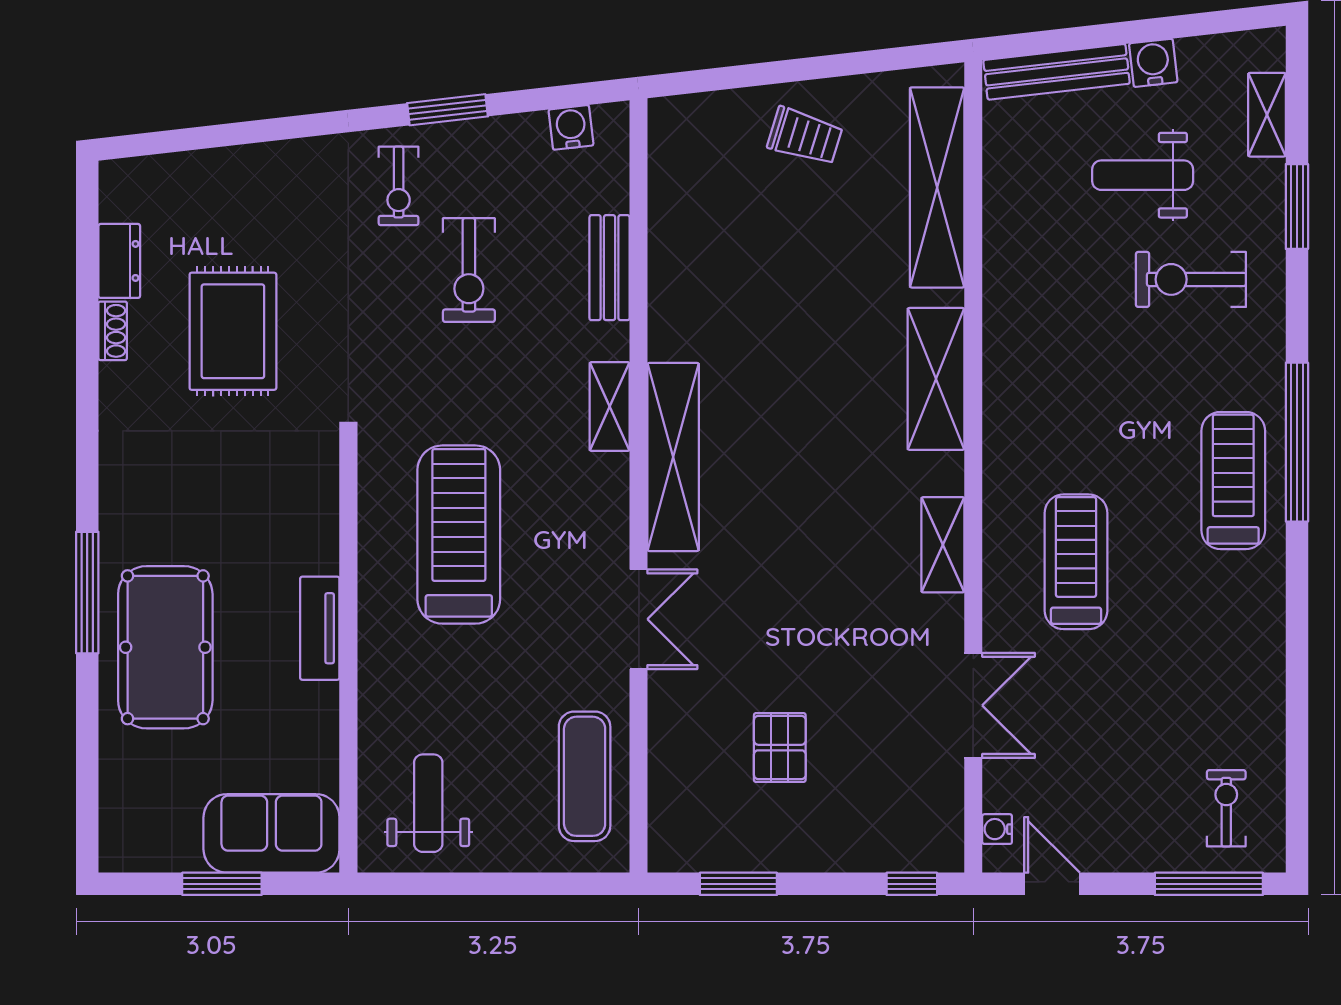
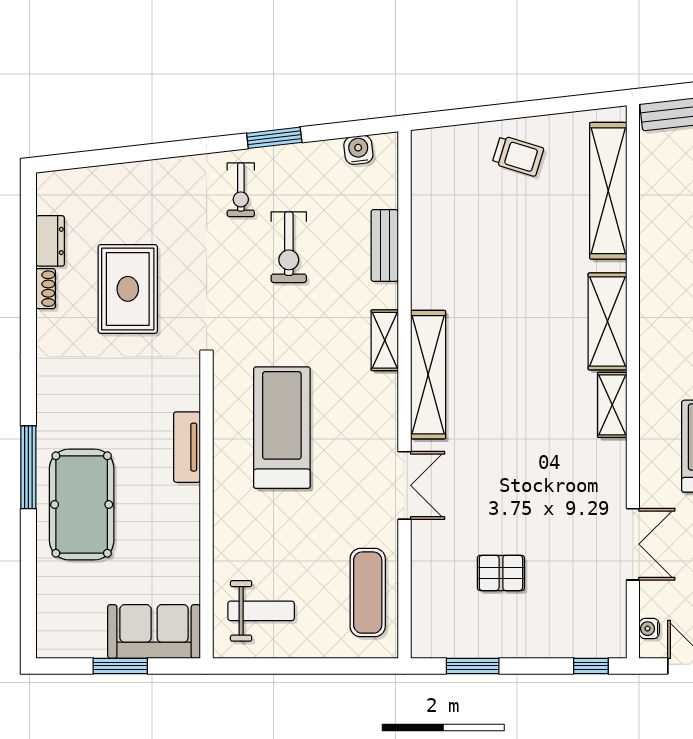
shelving: (943, 545) -> (612, 405), moved
tv unit: (320, 628) -> (187, 447), moved
pallet: (780, 748) -> (501, 573), turned 90
weight bench: (428, 803) -> (261, 611), turned 90

